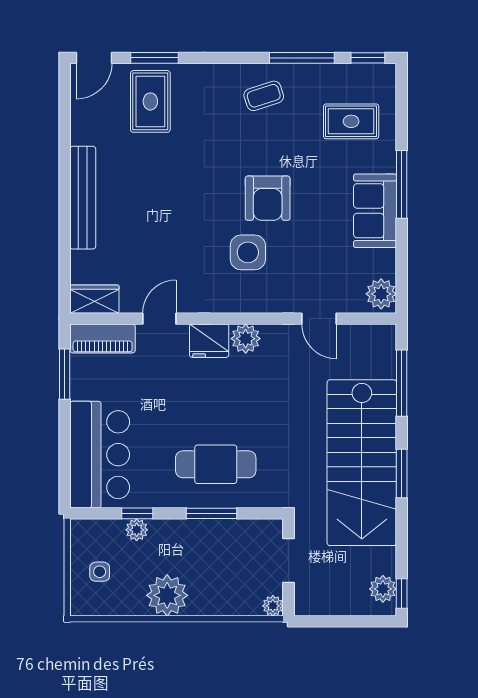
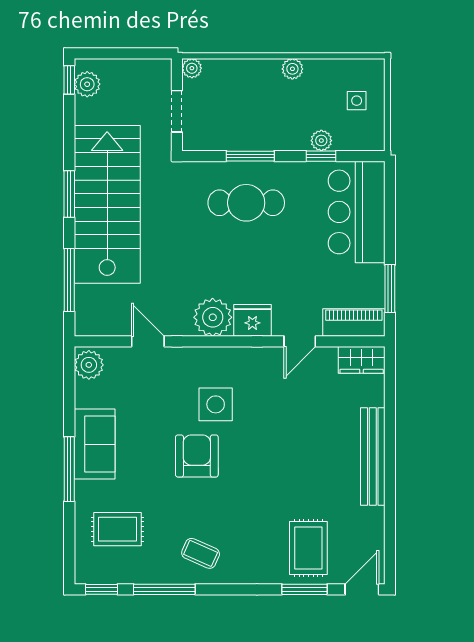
coffee table: (264, 96) -> (201, 553), turned 42
plant: (246, 339) -> (213, 317), width x1.36, depth x1.36
plant: (167, 595) -> (292, 69), width x0.53, depth x0.53

